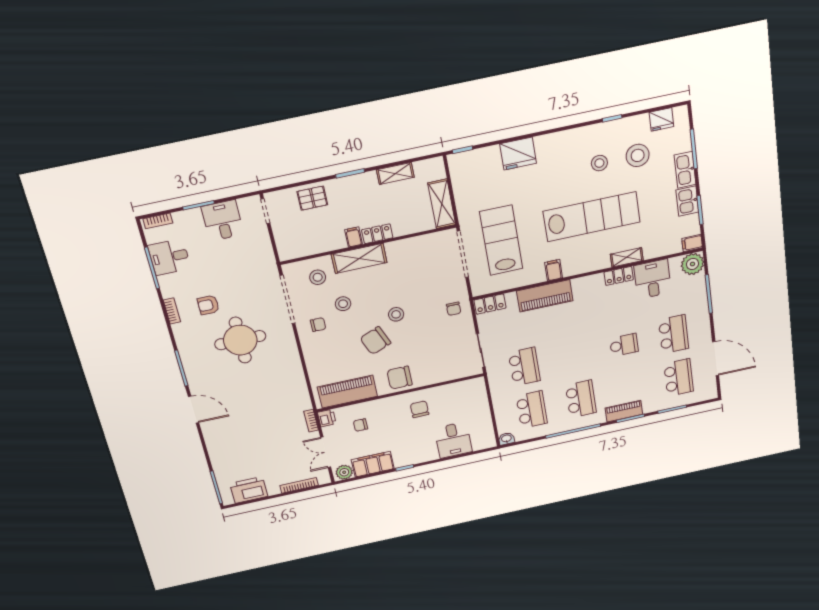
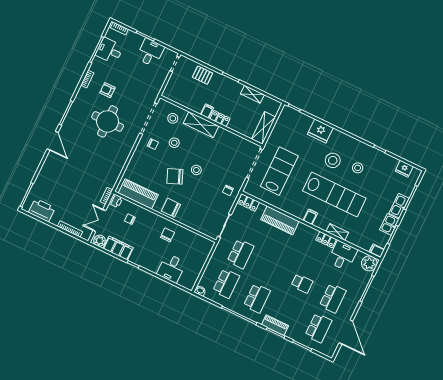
stool: (638, 155) -> (333, 160), moved
filing cabinet: (554, 270) -> (310, 217), moved

